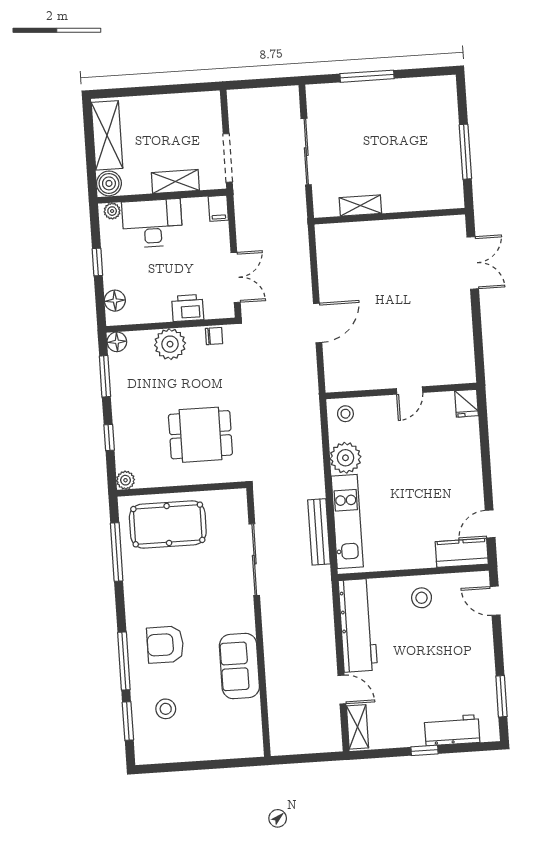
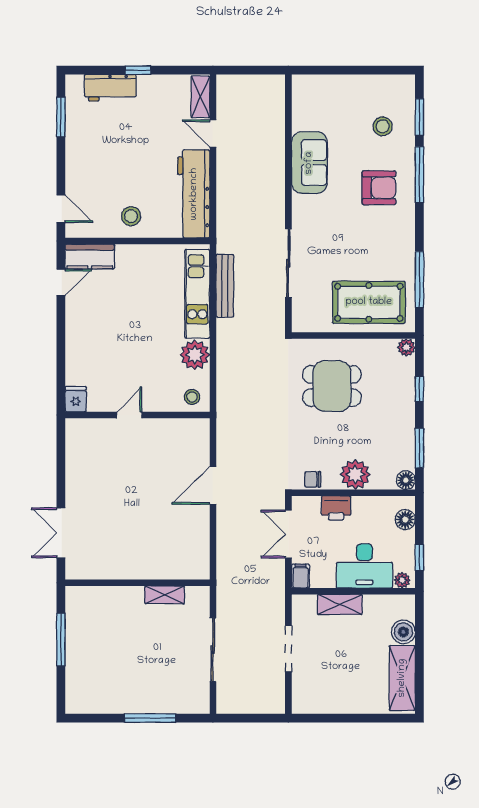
shelving: (175, 181) -> (340, 604), moved
wall: (162, 196) -> (353, 591), moved
filing cabinet: (218, 208) -> (300, 576), moved
plant: (112, 211) -> (402, 580), moved
desk: (152, 223) -> (364, 566), moved

